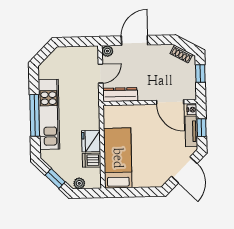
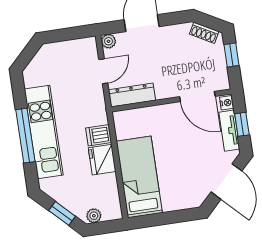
dishwasher: (92, 160) -> (99, 135), moved

